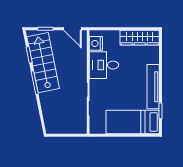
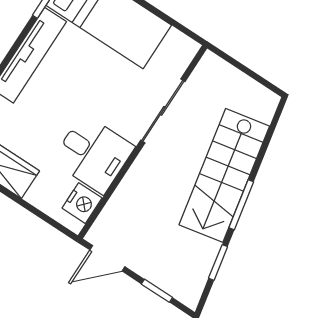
door: (72, 29) -> (107, 258), swing flipped
stairs: (43, 63) -> (224, 175), moved

